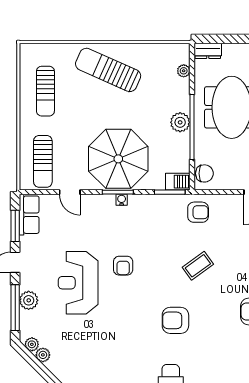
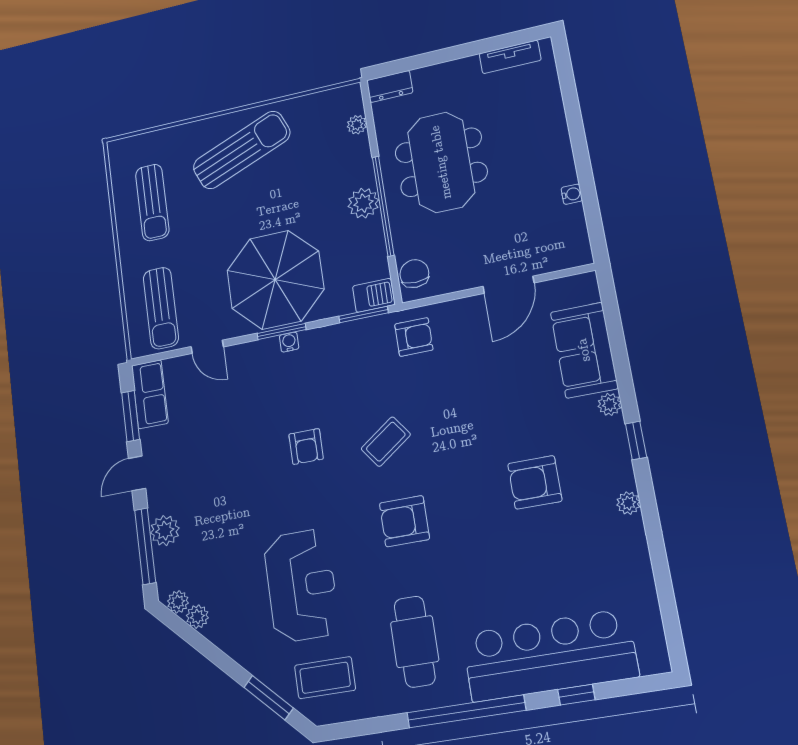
sun lounger: (108, 70) -> (242, 150), turned 134
chair: (204, 173) -> (414, 274), turned -90
coffee table: (198, 266) -> (386, 442), moved
reception desk: (78, 283) -> (301, 585), moved, turned 180

